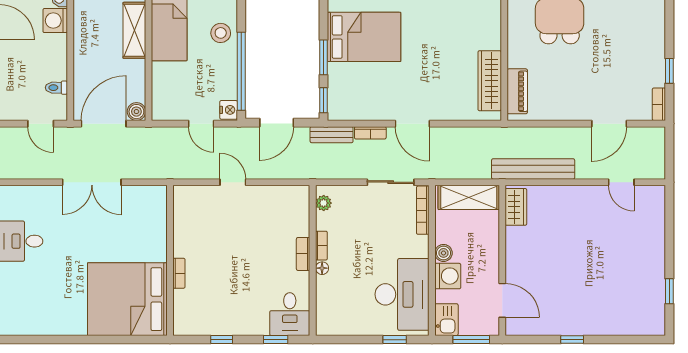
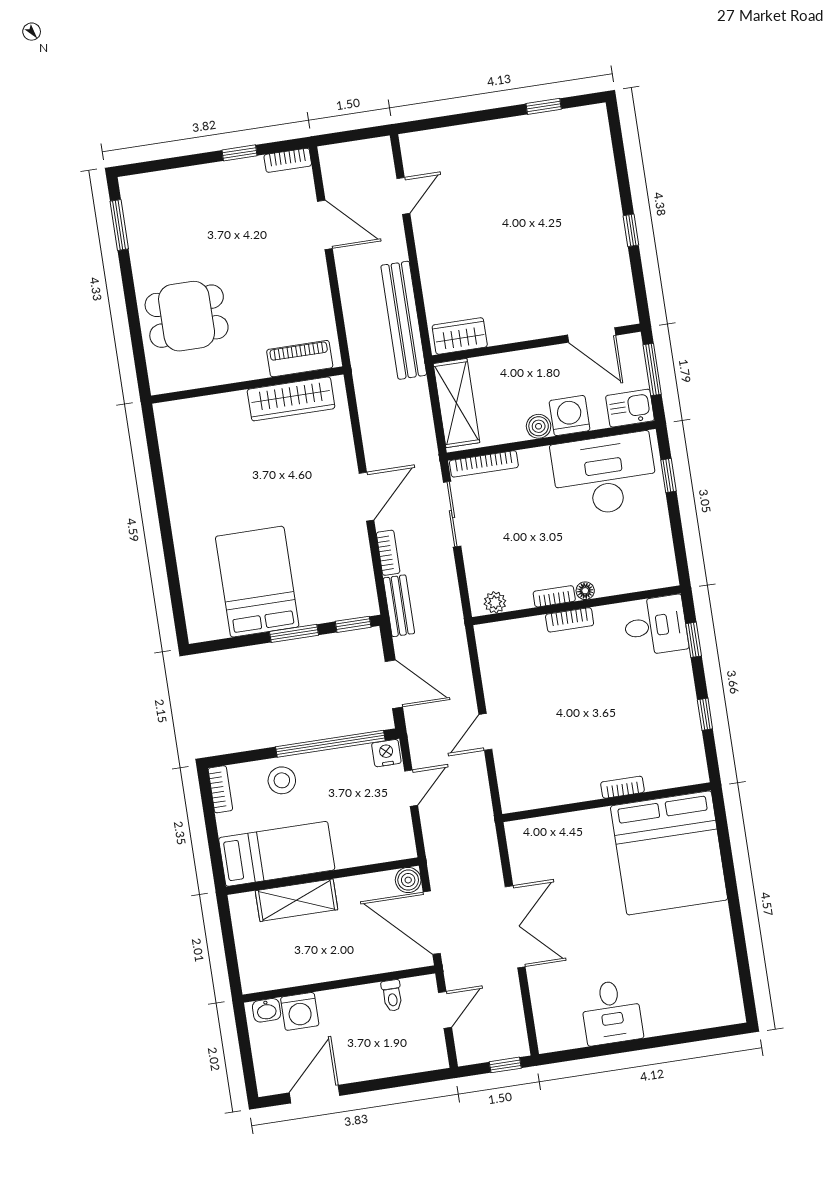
door: (502, 300) -> (592, 335), swing flipped

